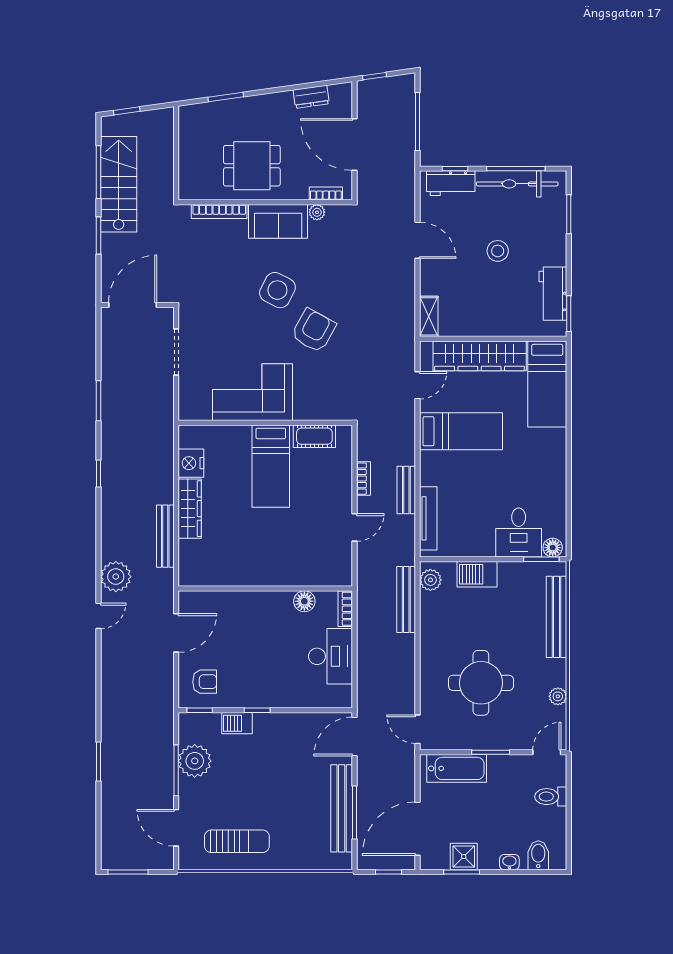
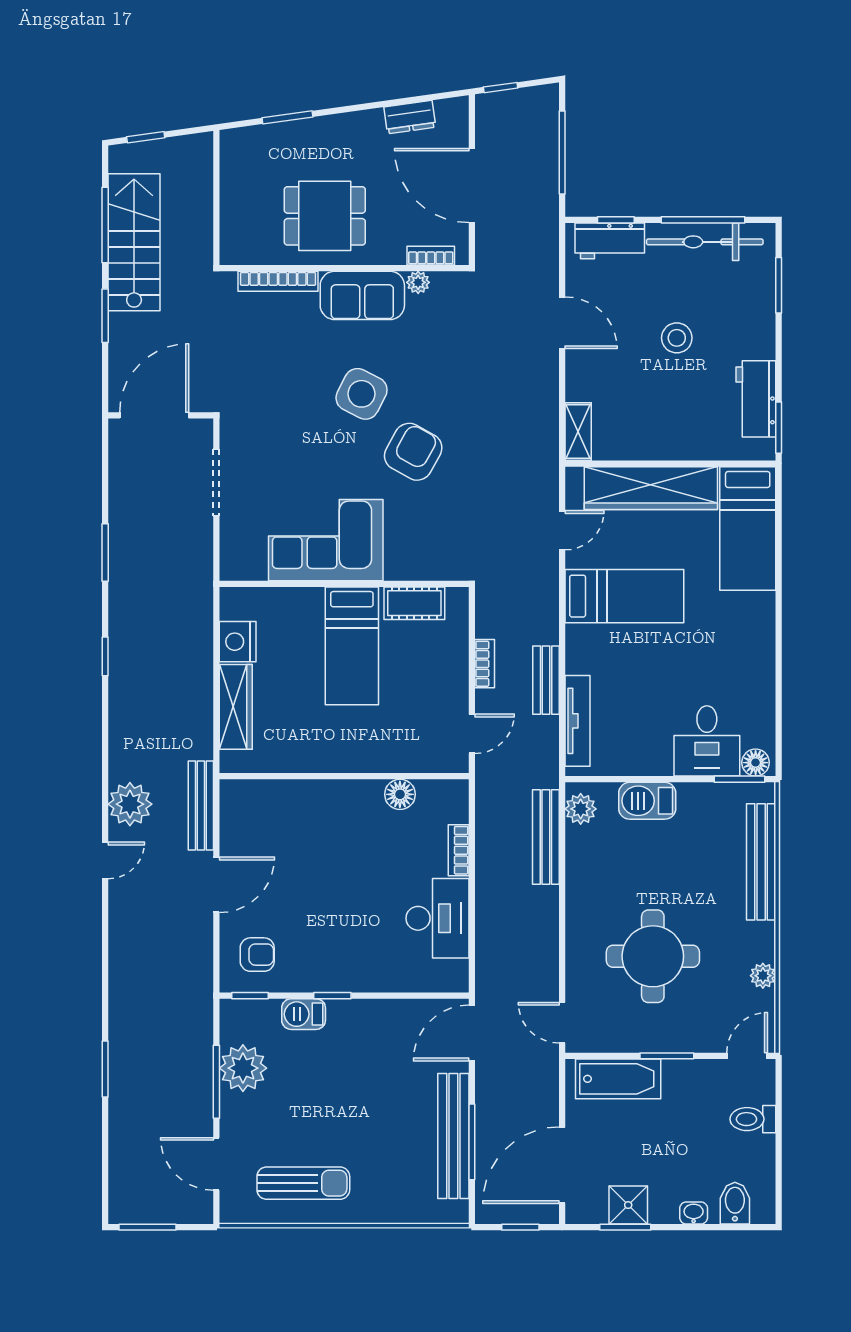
bench: (165, 536) -> (201, 806), moved
wall: (265, 589) -> (344, 776), moved
floor lamp: (304, 601) -> (400, 794), moved

